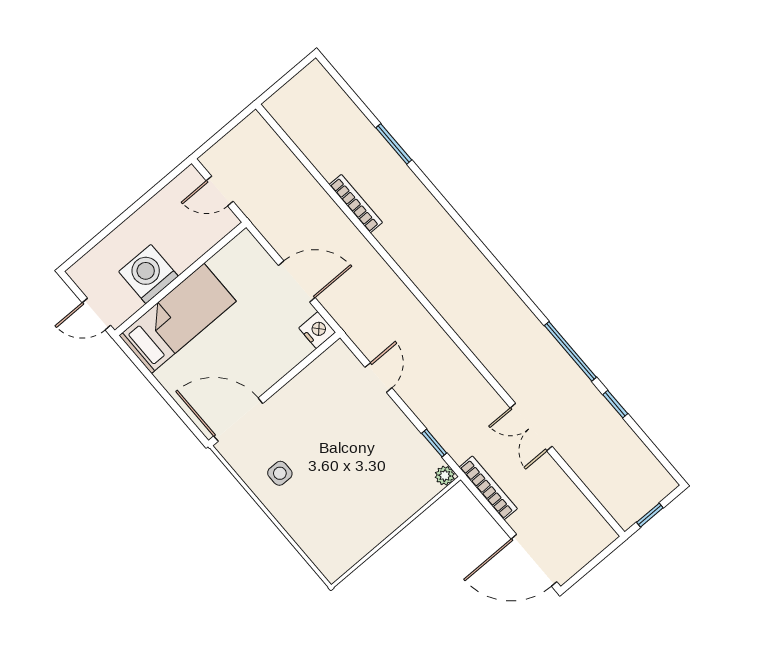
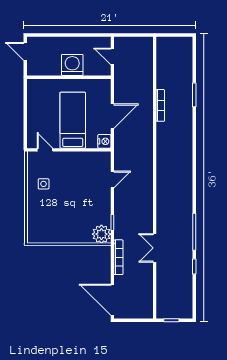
washing machine: (148, 274) -> (72, 65), moved
door: (297, 282) -> (112, 116), hinge flipped
door: (96, 314) -> (25, 51), moved
bed: (178, 318) -> (73, 120), moved, turned -90
door: (238, 420) -> (45, 150), width x0.53
plant: (445, 476) -> (101, 234), width x1.88, depth x1.88

